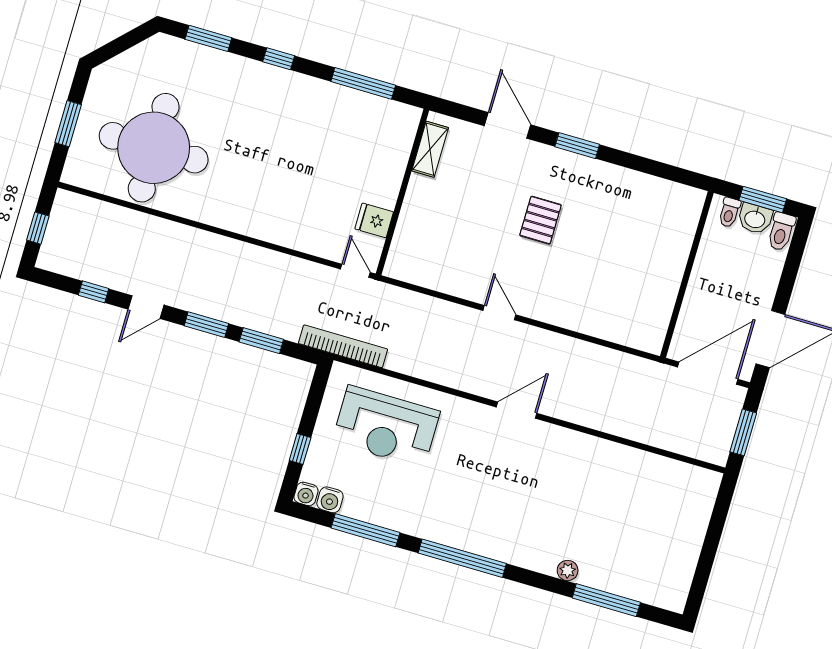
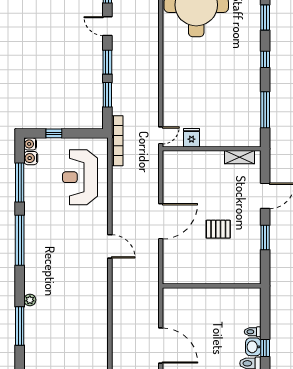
window: (763, 199) -> (265, 348), width x0.67
wall: (687, 275) -> (212, 286), moved
door: (499, 313) -> (161, 221), width x1.88

